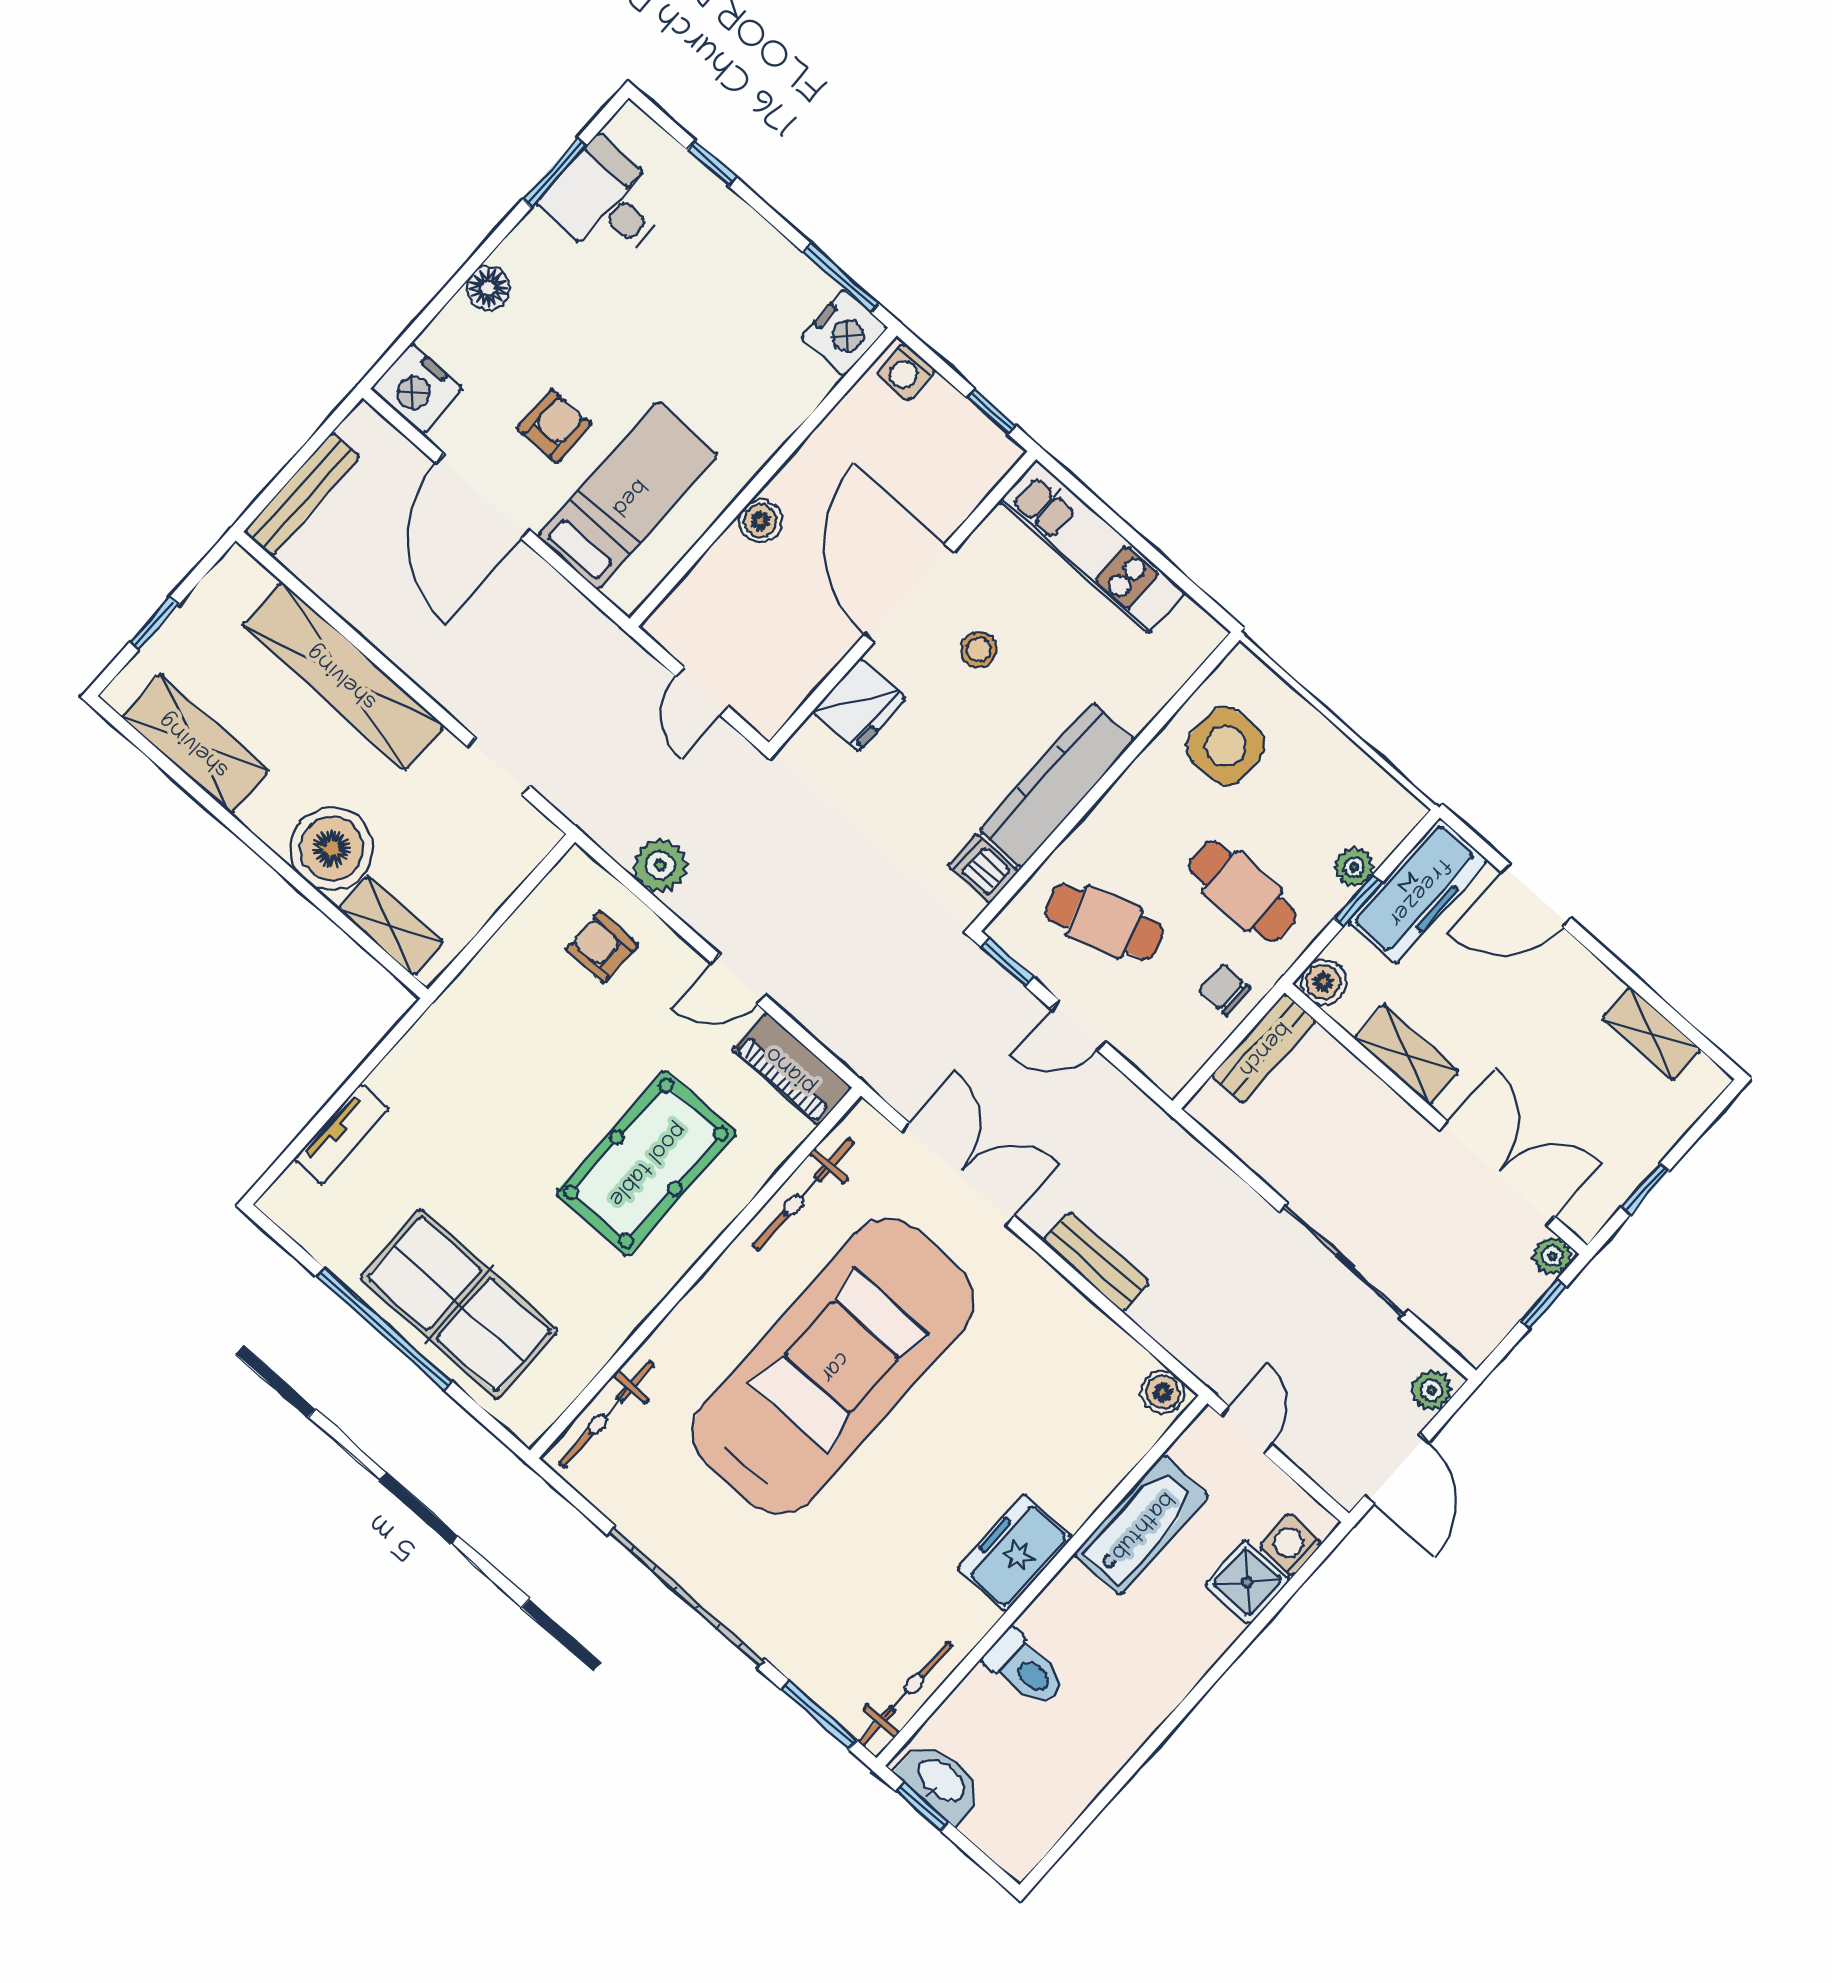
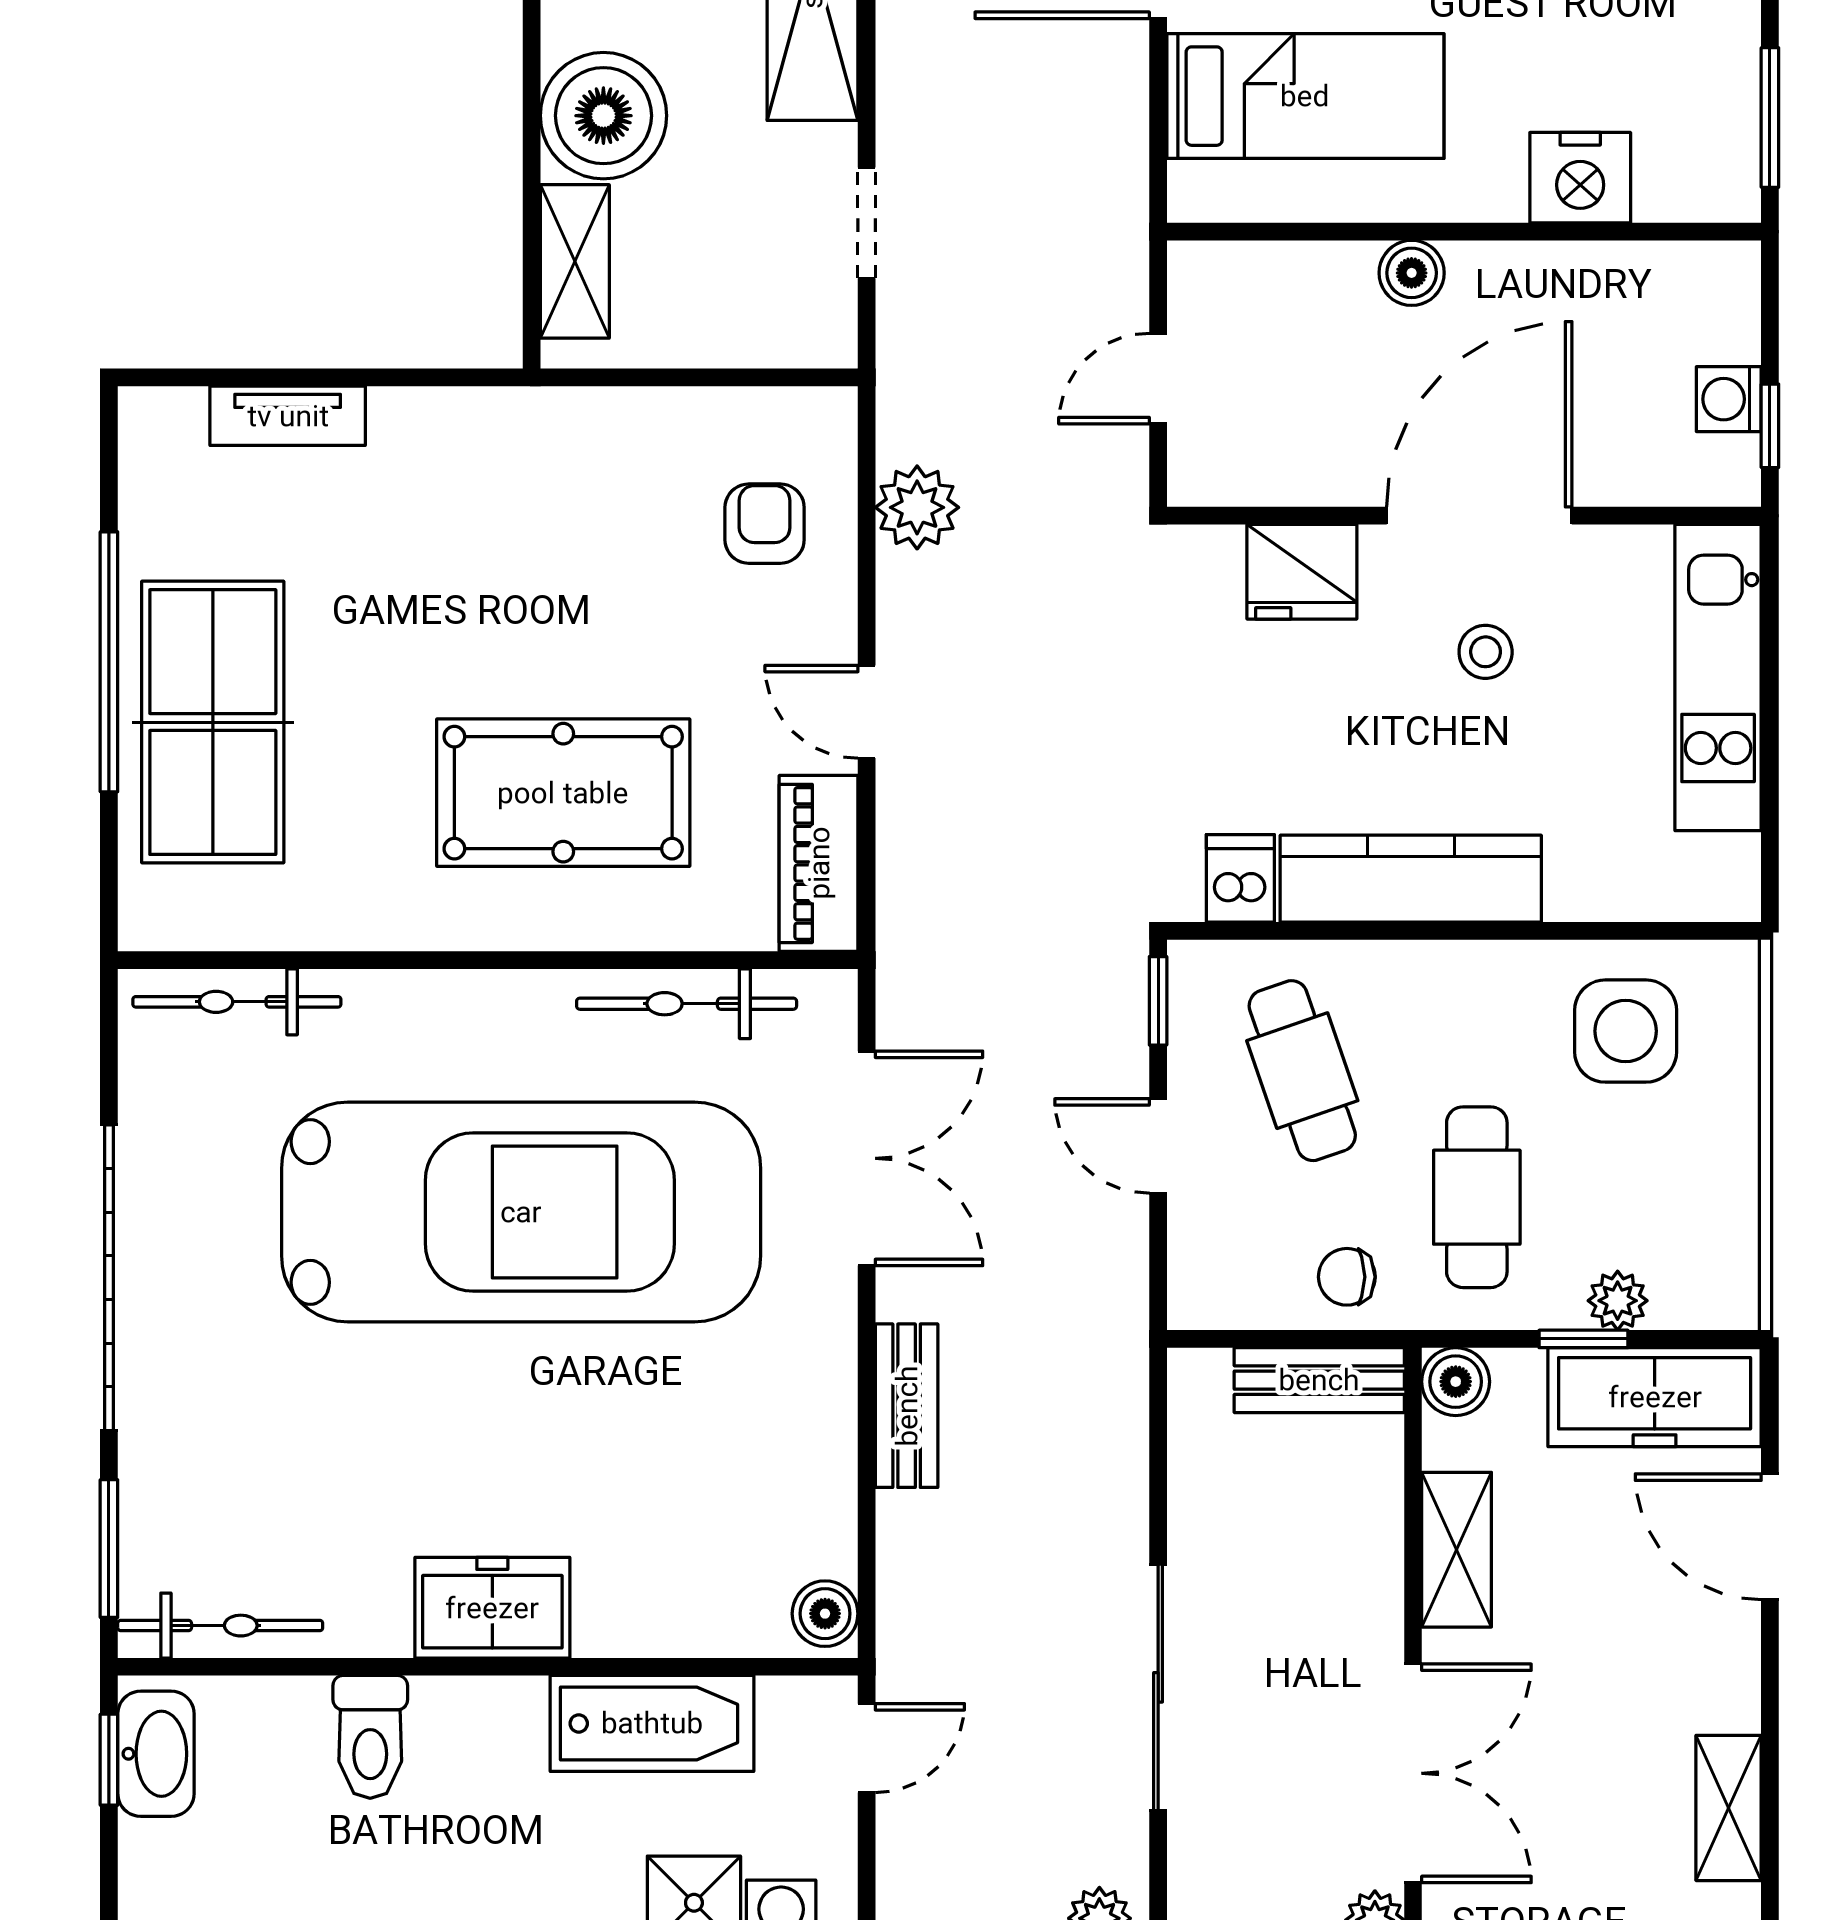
nightstand: (844, 333) -> (1580, 178), moved
washing machine: (906, 372) -> (1729, 399), moved
chair: (1225, 990) -> (1347, 1277), turned -90

